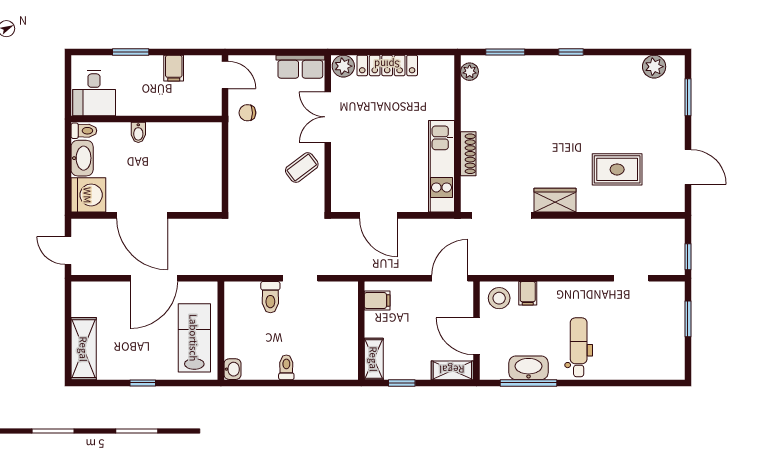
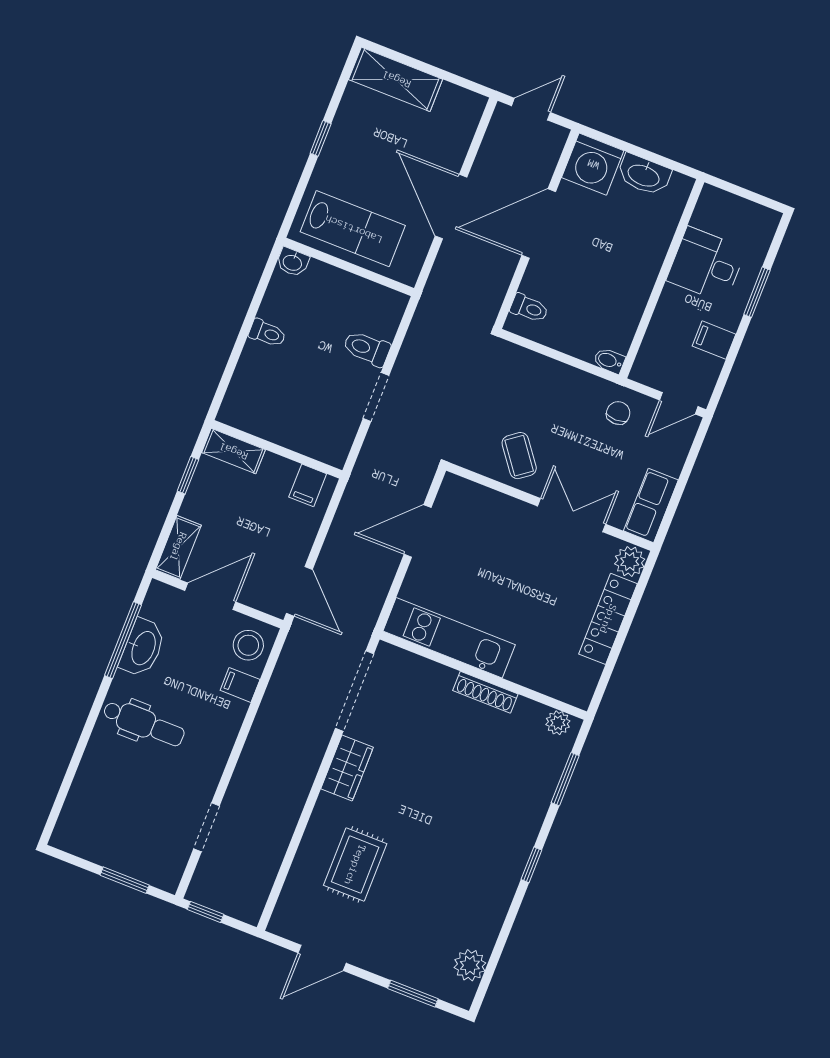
desk: (94, 93) -> (706, 265), moved
toilet: (84, 131) -> (529, 308), moved, turned -90
bidet: (138, 132) -> (609, 361), moved
shoe rack: (468, 154) -> (485, 692), moved

